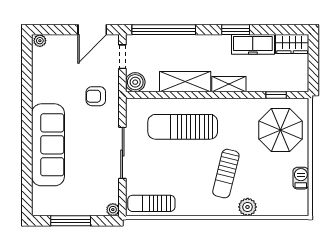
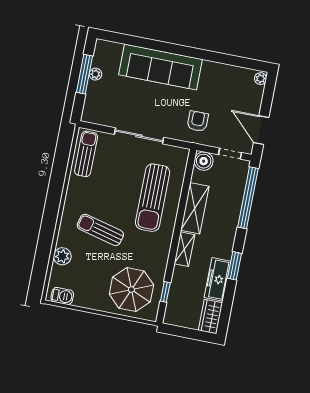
sun lounger: (183, 127) -> (153, 198), turned 180
barbecue: (301, 178) -> (62, 296), moved
plant: (248, 207) -> (62, 256), moved
plant: (113, 210) -> (95, 74), moved

